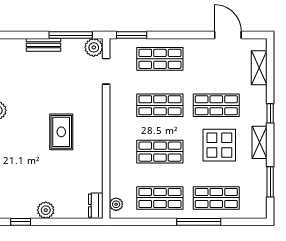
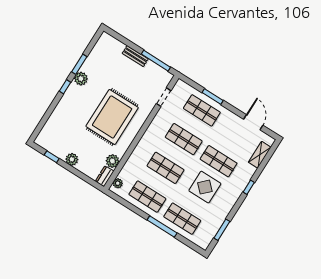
window: (132, 35) -> (213, 96), moved
plant: (94, 47) -> (112, 161), moved
rug: (61, 132) -> (112, 117), width x1.86, depth x2.06
shelving: (259, 142) -> (231, 201), removed

